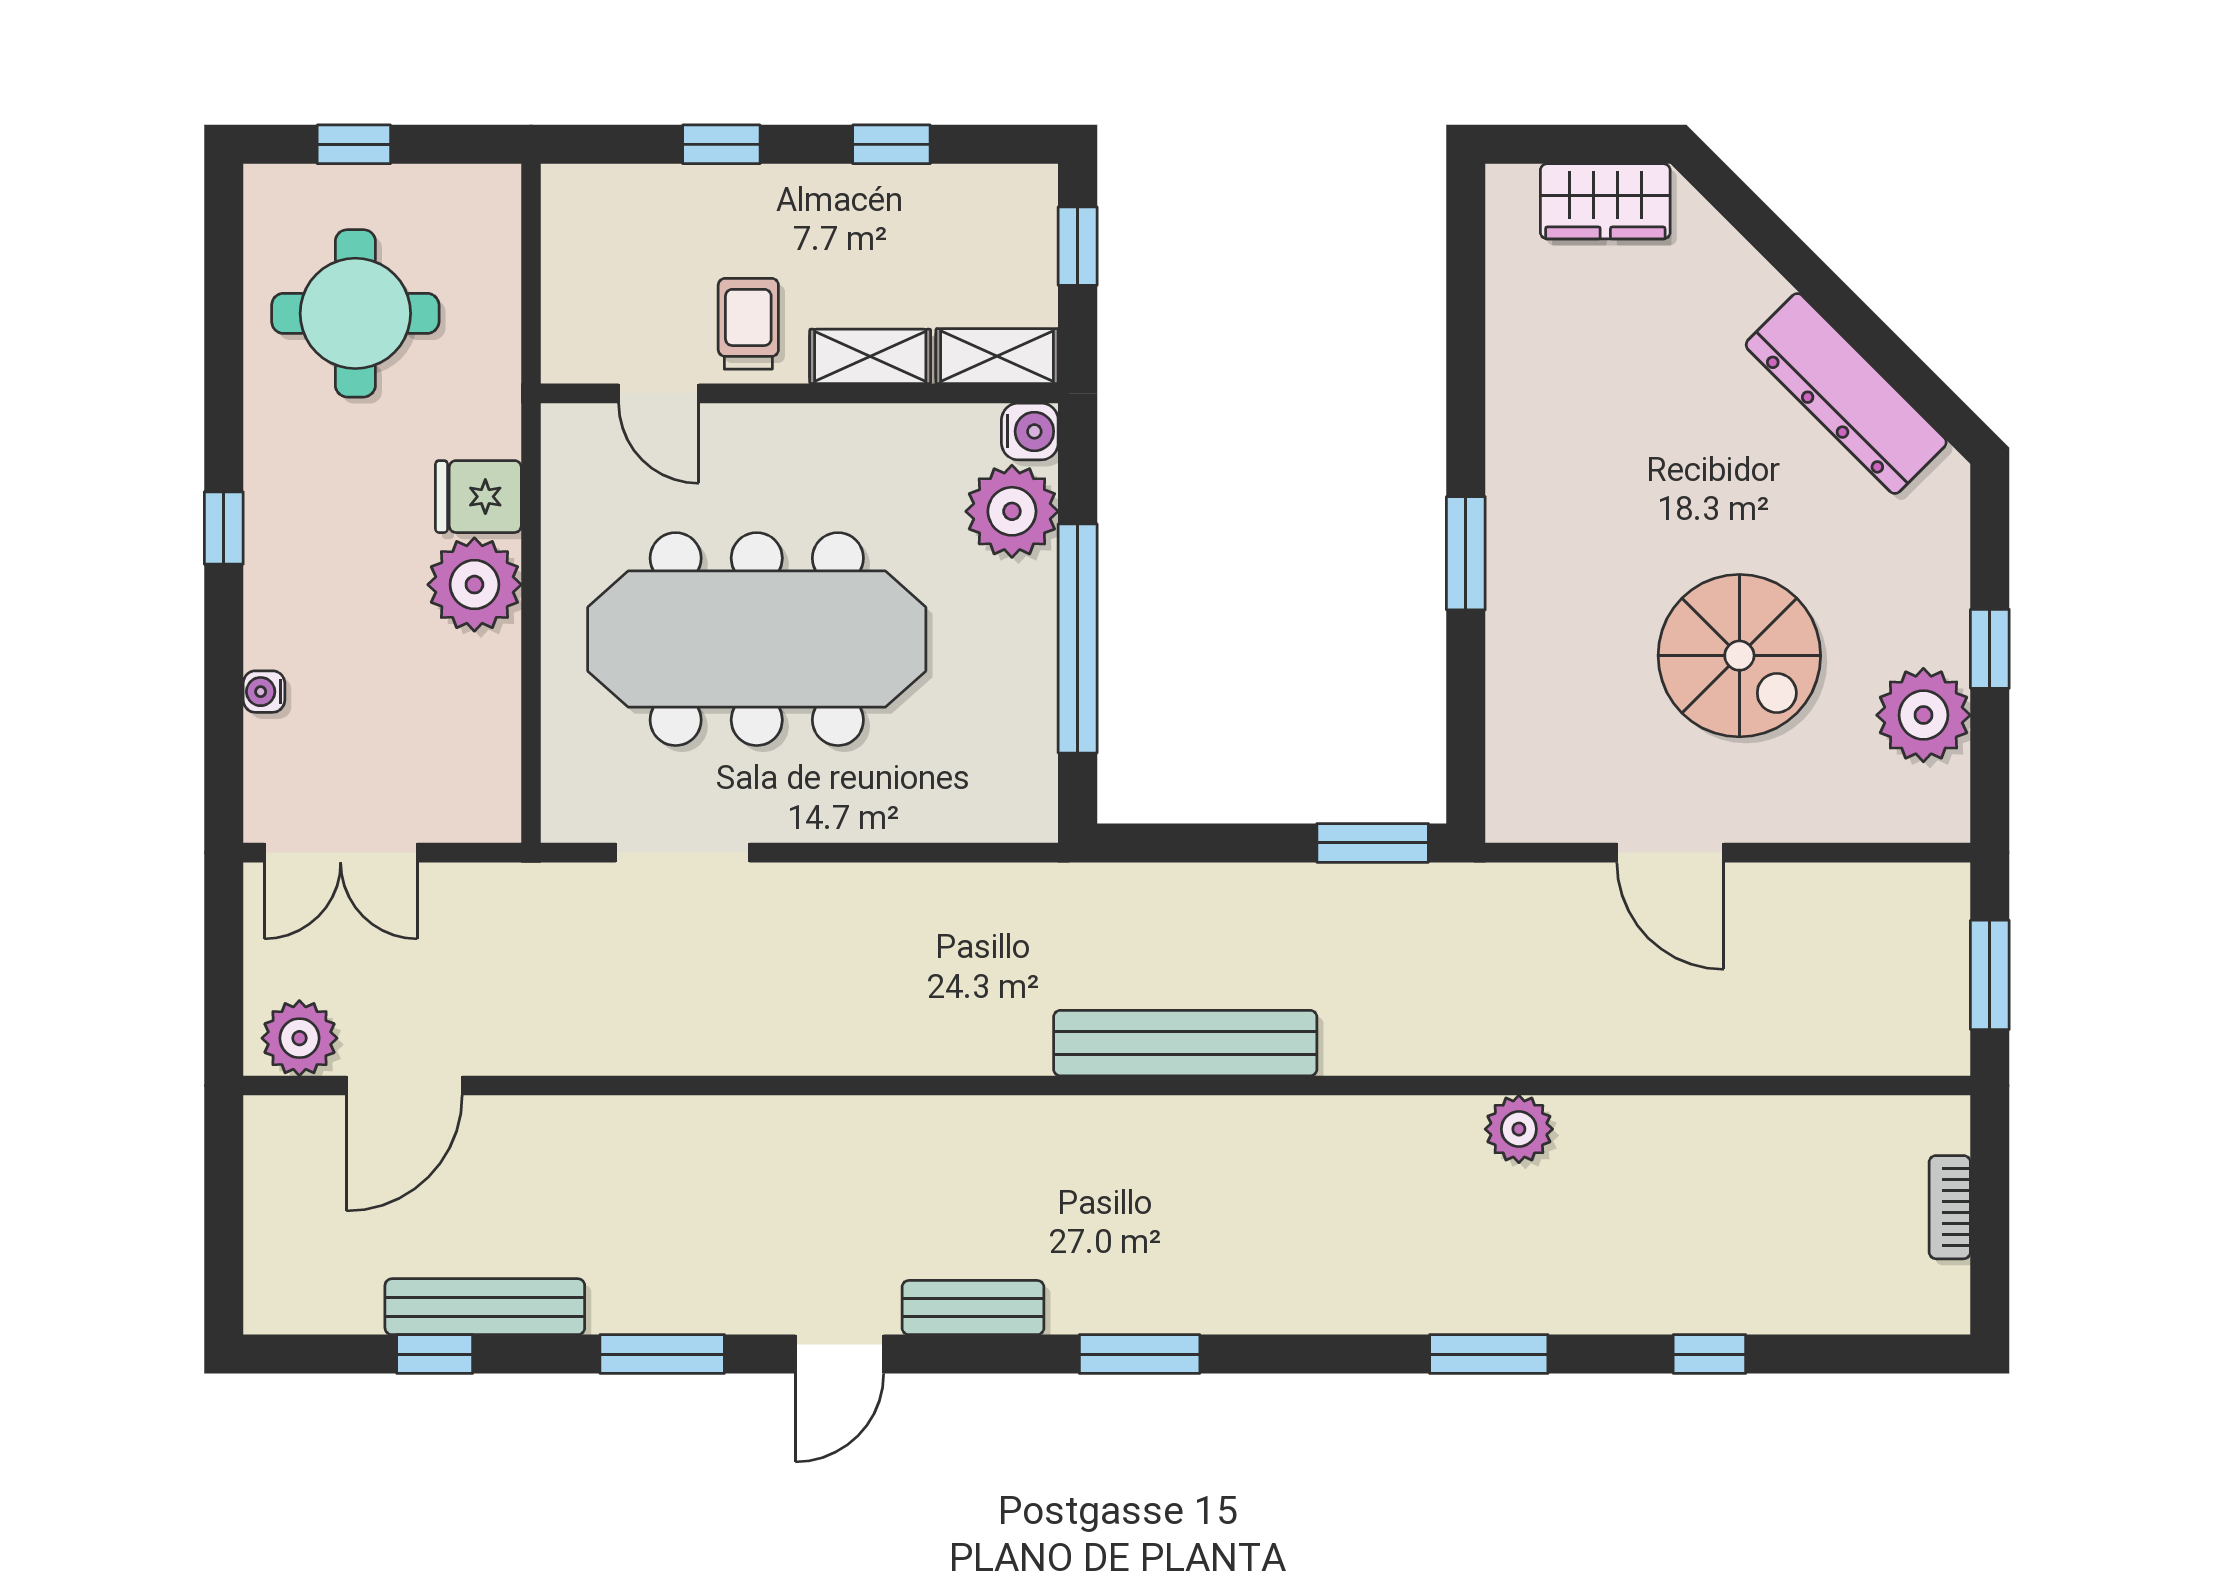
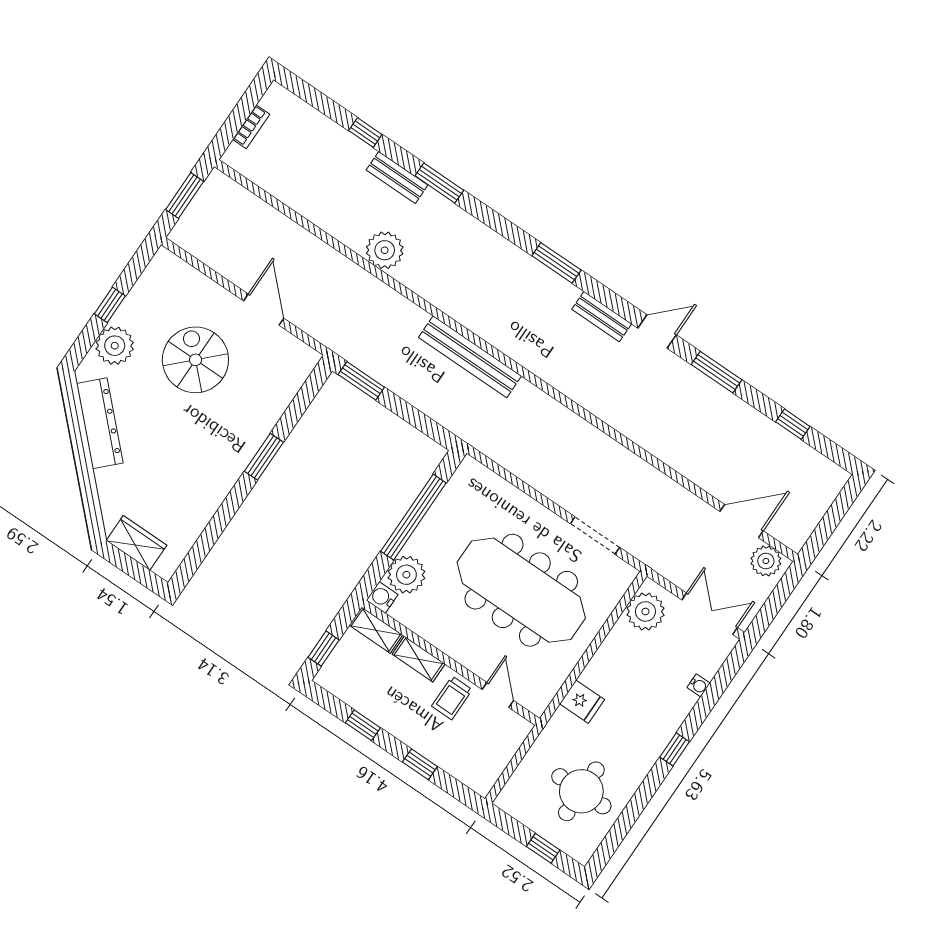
plant: (474, 585) -> (645, 611), moved
plant: (1923, 715) -> (115, 346), moved
plant: (1519, 1129) -> (385, 250), width x1.36, depth x1.36
bench: (485, 1307) -> (397, 177), moved, width x0.73

